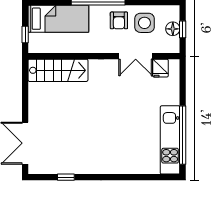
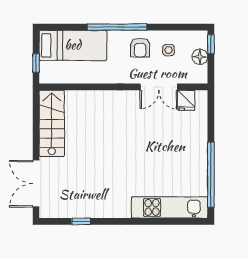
side table: (144, 23) -> (168, 50), width x0.54, depth x0.54
window: (183, 29) -> (211, 44), moved
stairs: (58, 70) -> (52, 123), moved, turned -90
kitchen unit: (170, 140) -> (170, 207), moved, turned 90

